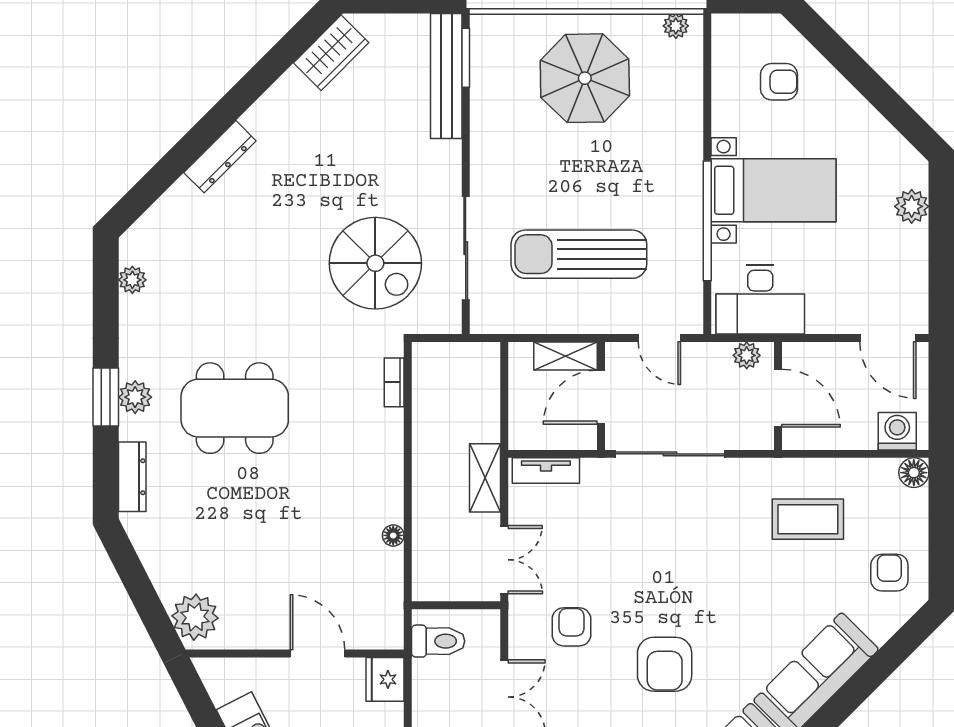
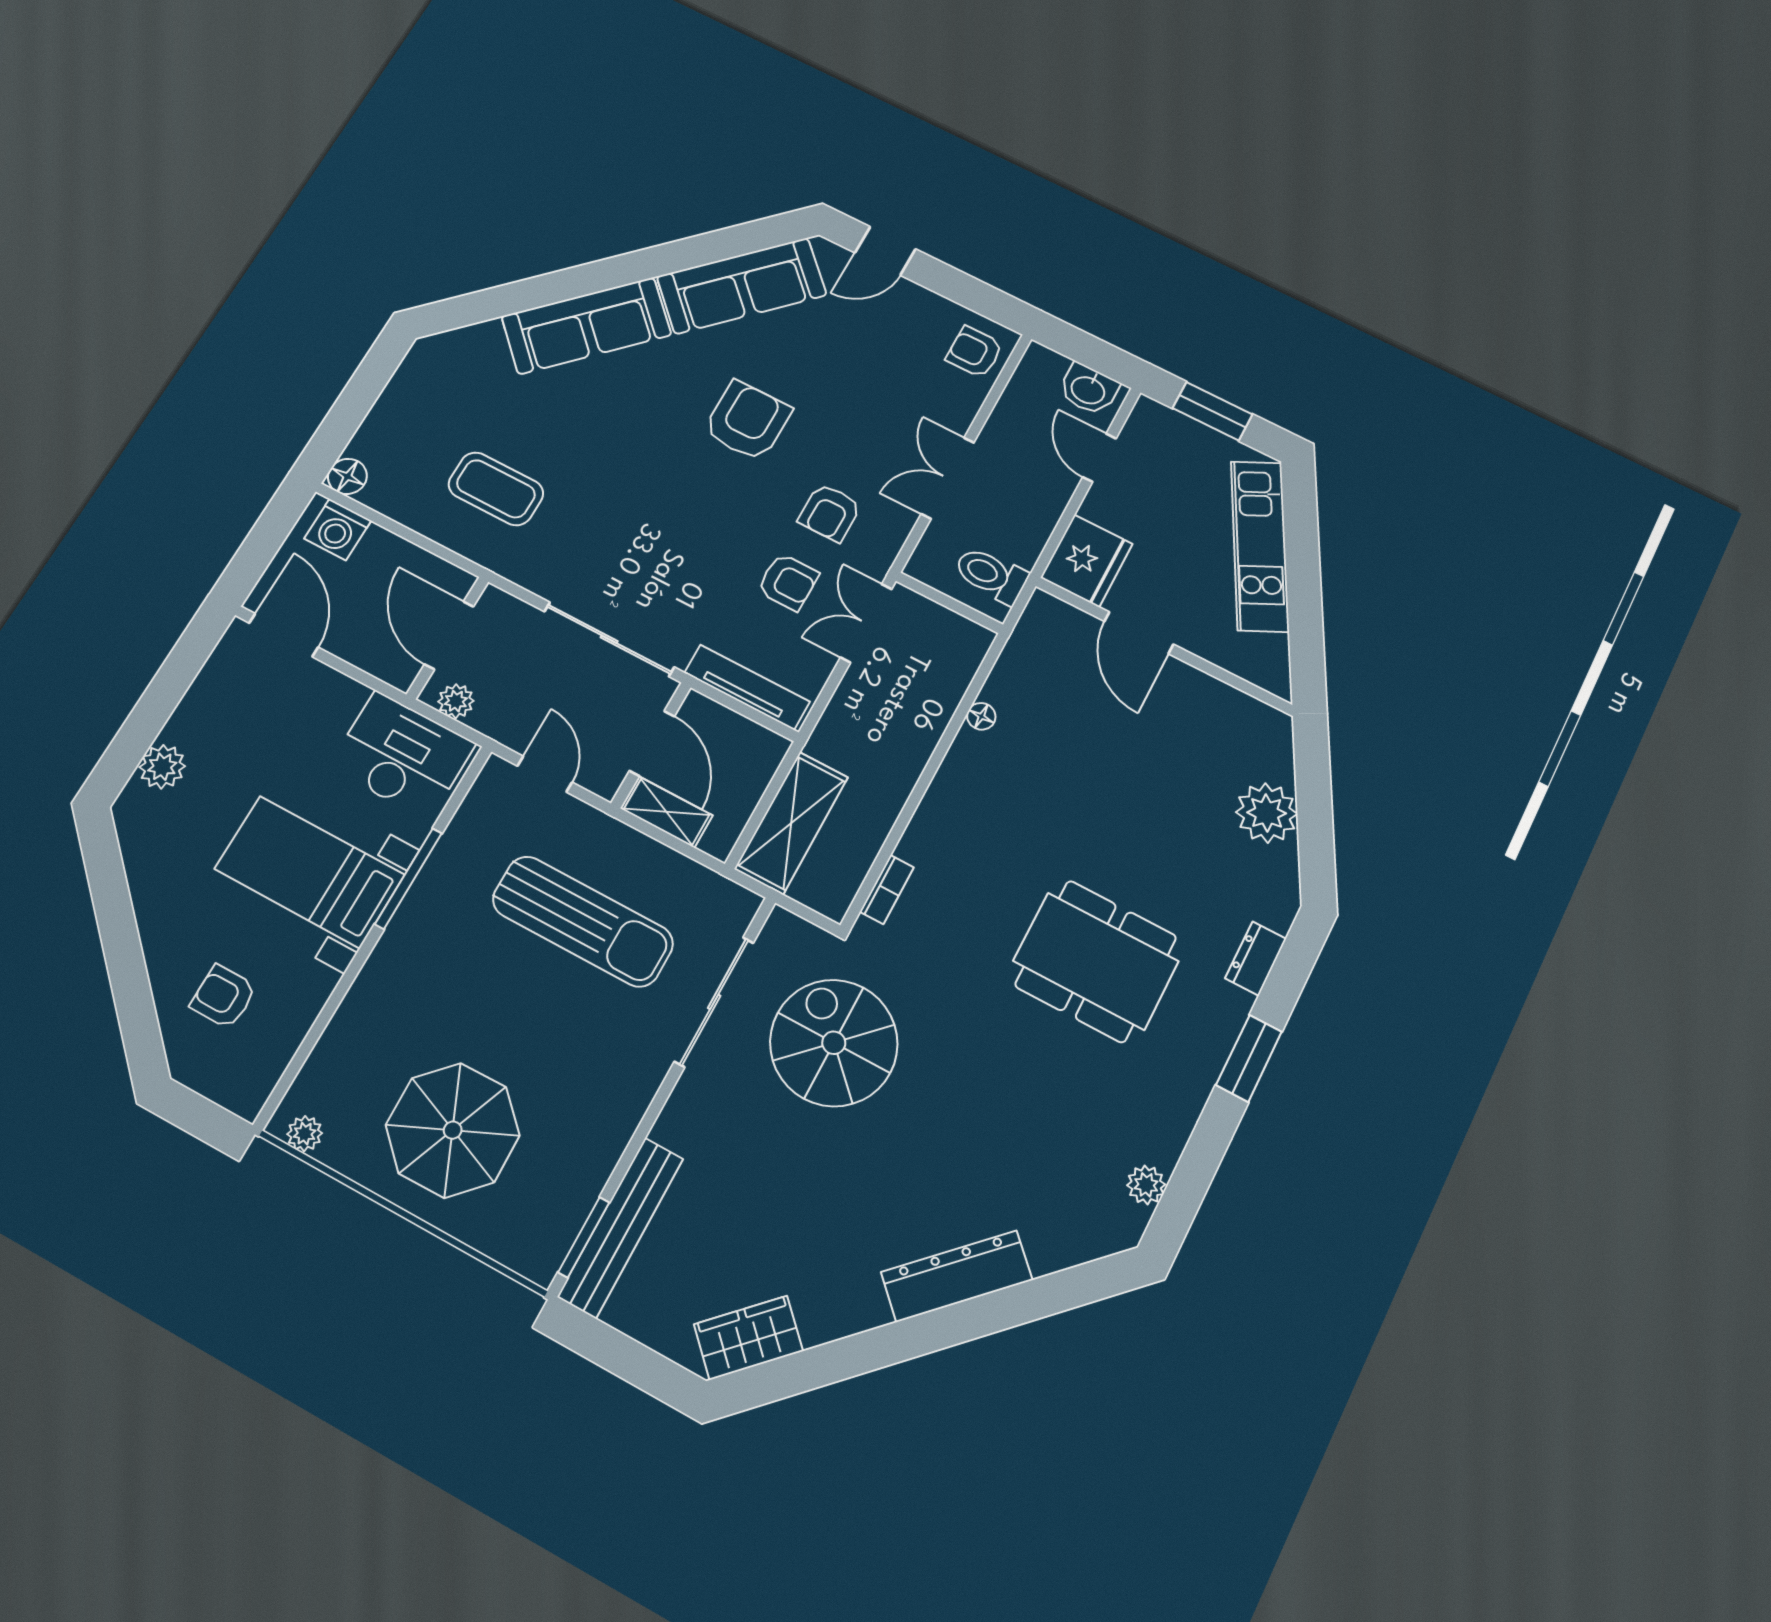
dresser: (220, 157) -> (957, 1276), width x1.37, depth x1.24
window: (707, 221) -> (408, 878), width x0.68
plant: (135, 397) -> (1212, 1039), removed
door: (601, 397) -> (652, 743), hinge flipped
tv unit: (546, 471) -> (747, 687), width x1.41
dresser: (132, 477) -> (1256, 958), width x0.70
shelving: (485, 478) -> (791, 823), moved, width x1.50, depth x1.33
armchair: (889, 573) -> (788, 582), moved, turned -90
plant: (195, 617) -> (1267, 813), moved
fridge: (385, 679) -> (1087, 561), width x1.36, depth x1.34

